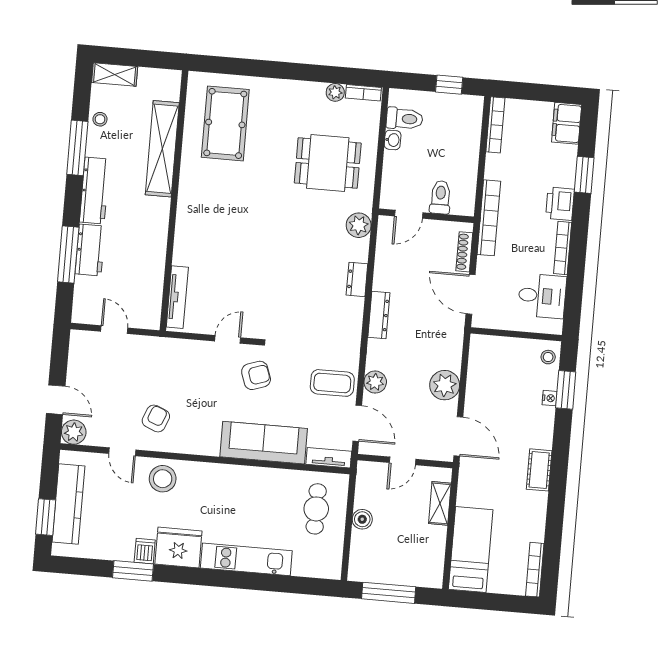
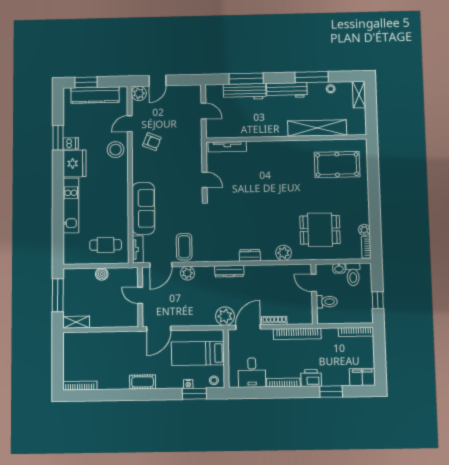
dining table: (328, 163) -> (320, 230), turned 90
toilet: (440, 197) -> (327, 302), moved
door: (409, 214) -> (314, 283), moved
wall: (426, 216) -> (314, 294), moved
workbench: (90, 250) -> (245, 92), width x1.38
door: (114, 330) -> (203, 111), hinge flipped
armchair: (256, 375) -> (184, 199), removed
plant: (445, 385) -> (225, 316), moved
shelving: (440, 503) -> (76, 322), moved
bed: (471, 550) -> (198, 353), moved, turned 180

